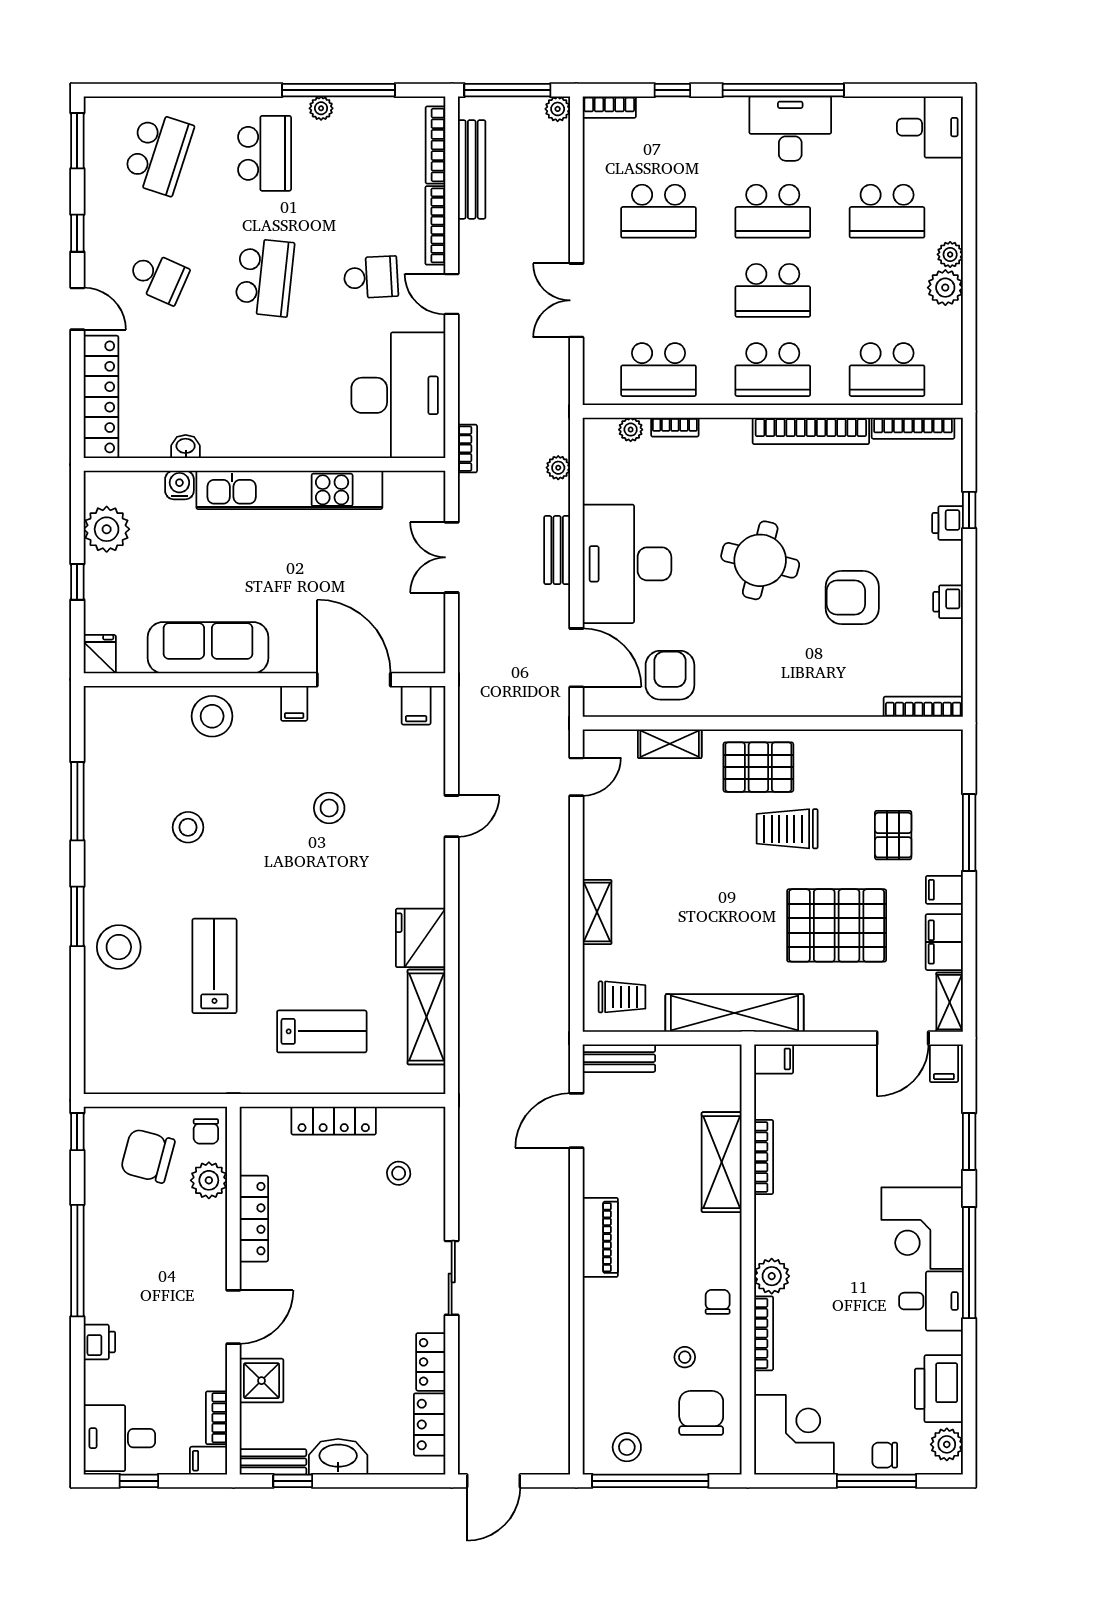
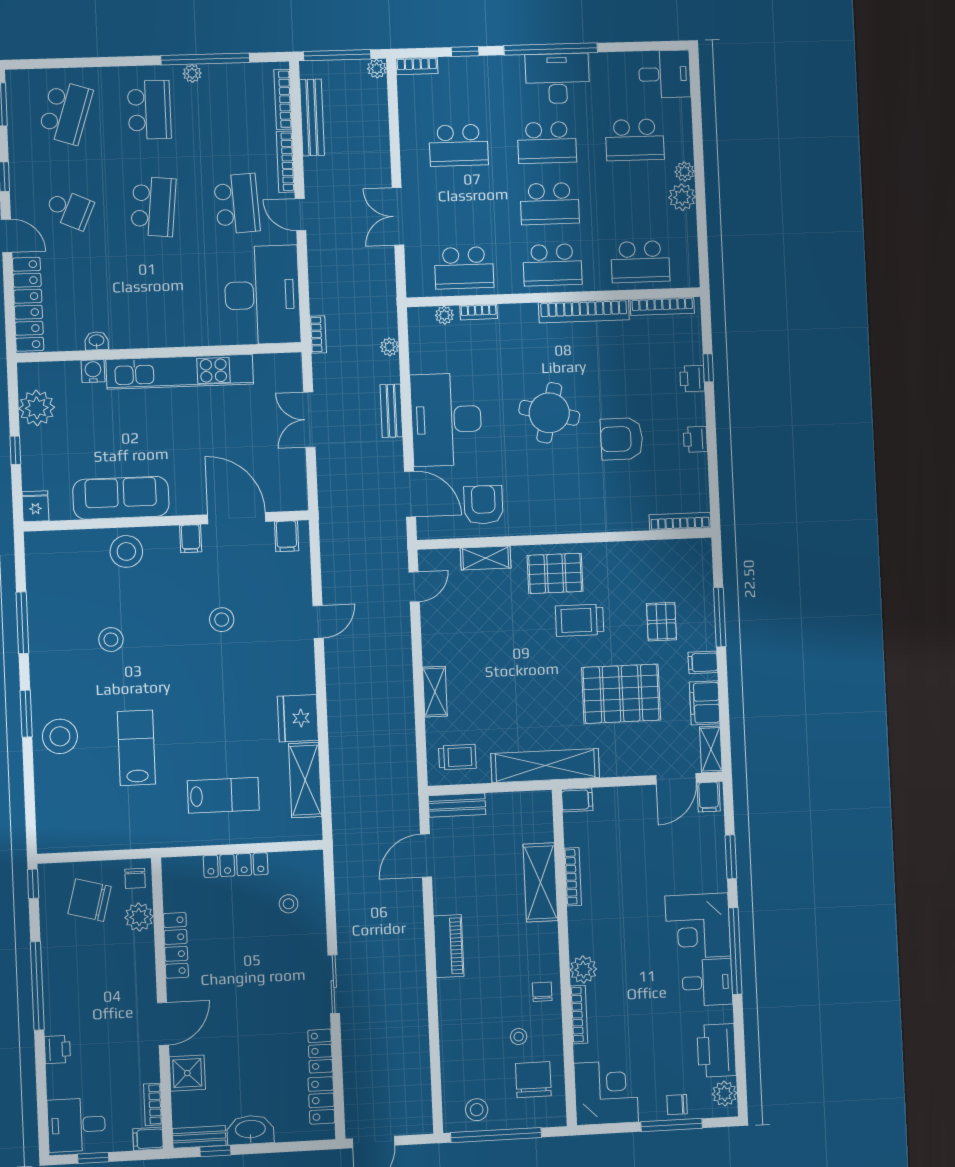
school desk: (371, 277) -> (237, 204), width x1.85

